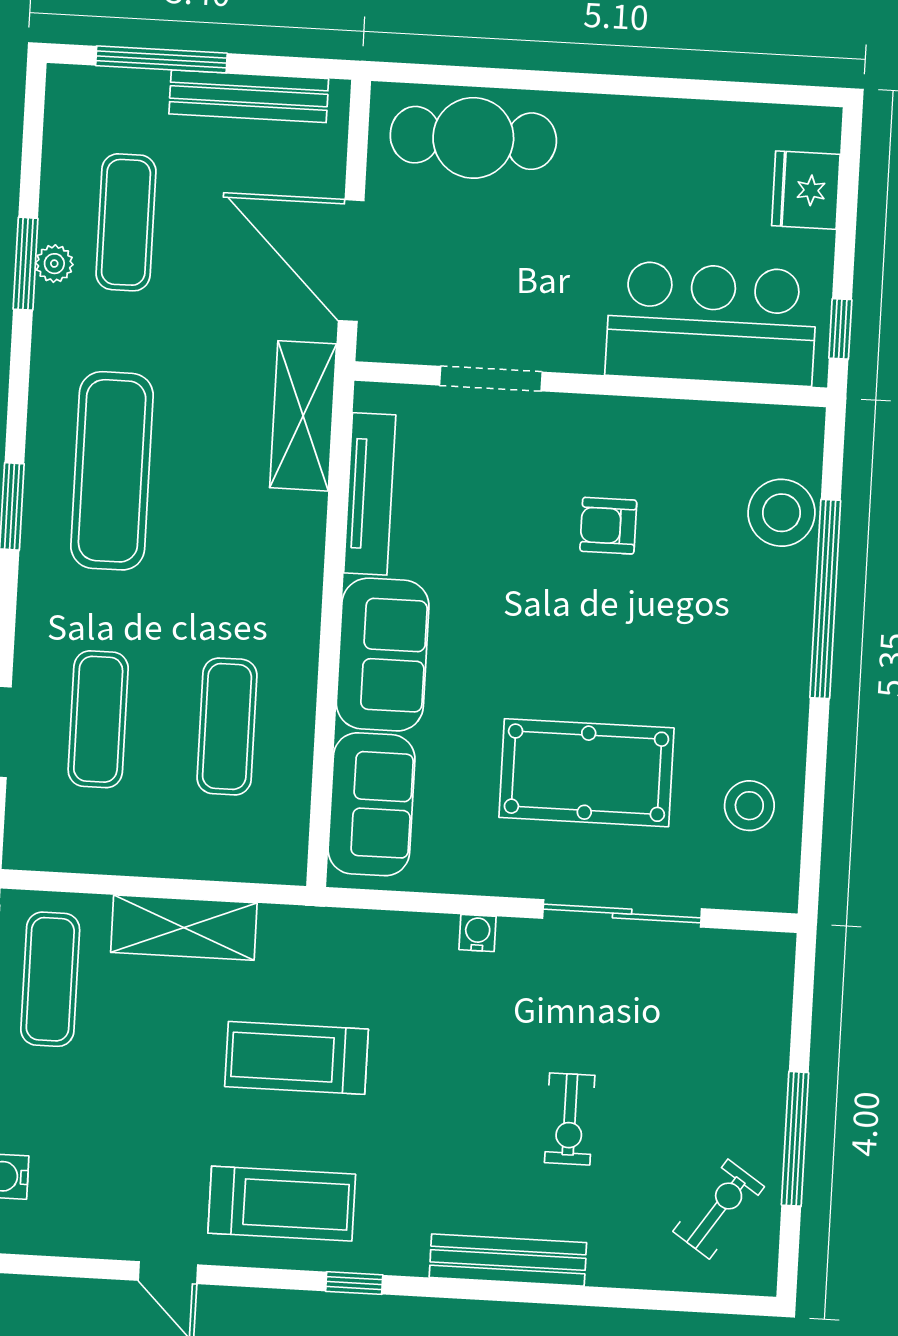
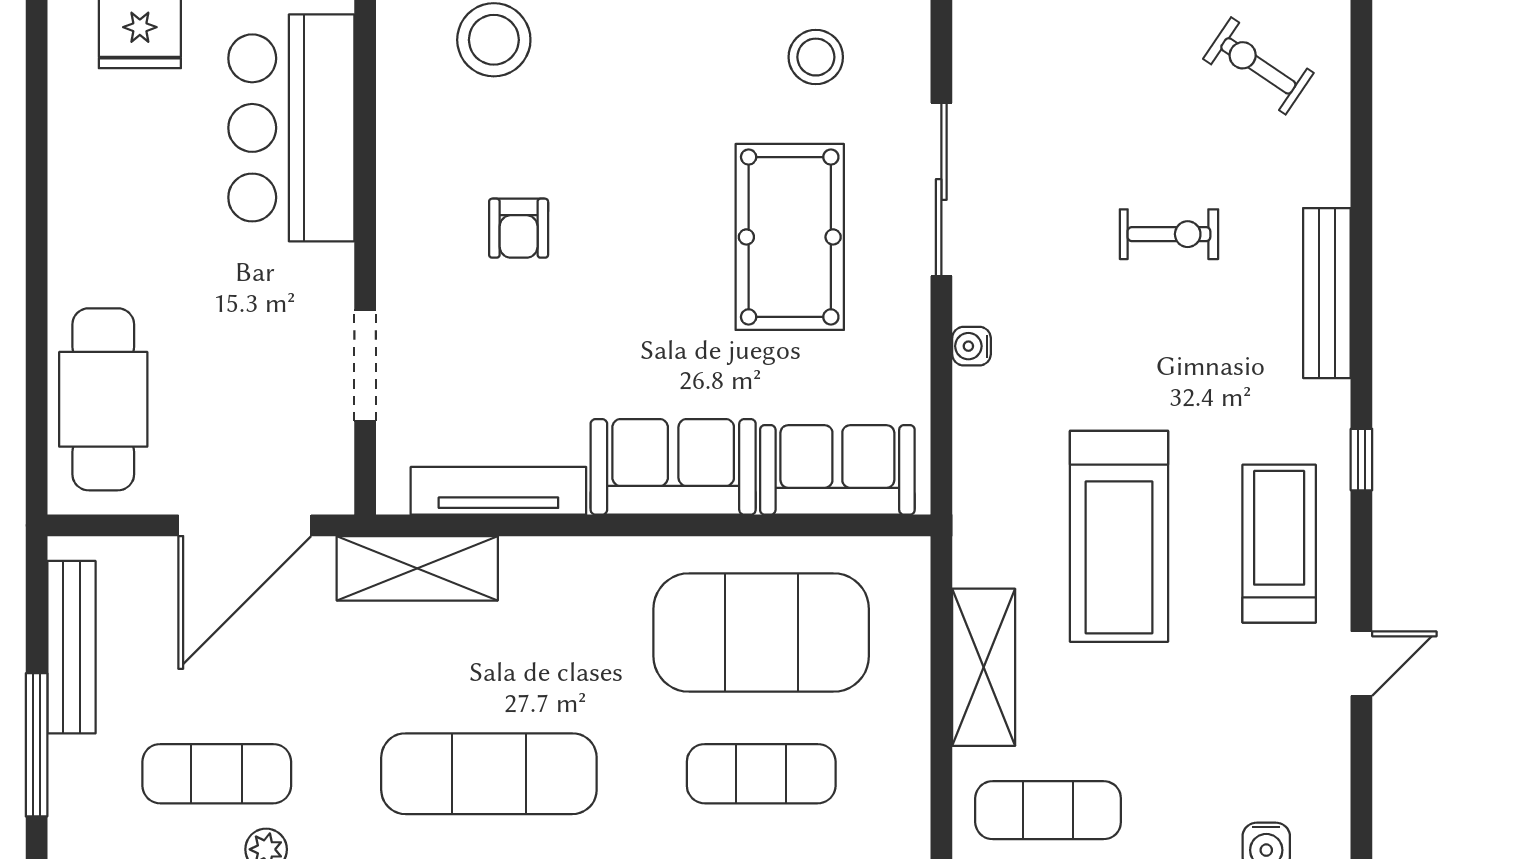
exercise mat: (227, 726) -> (761, 633), width x2.00, depth x1.45
treadmill: (296, 1058) -> (1119, 536), width x1.37, depth x1.38

